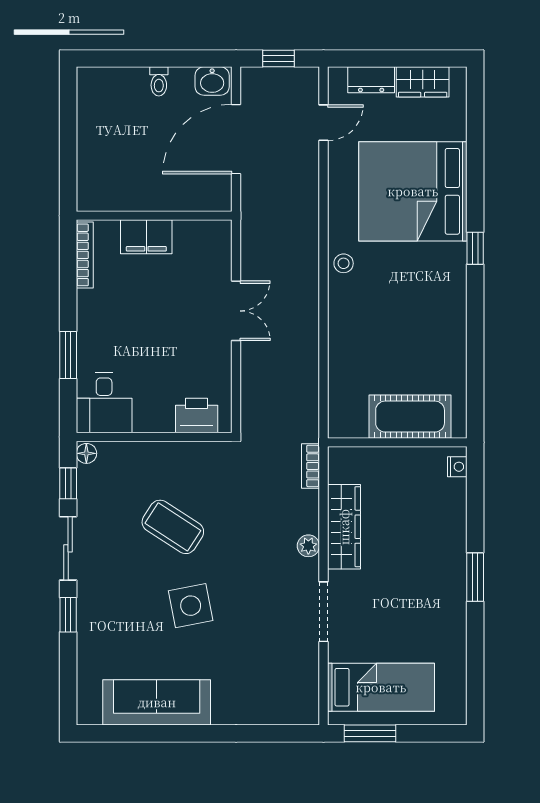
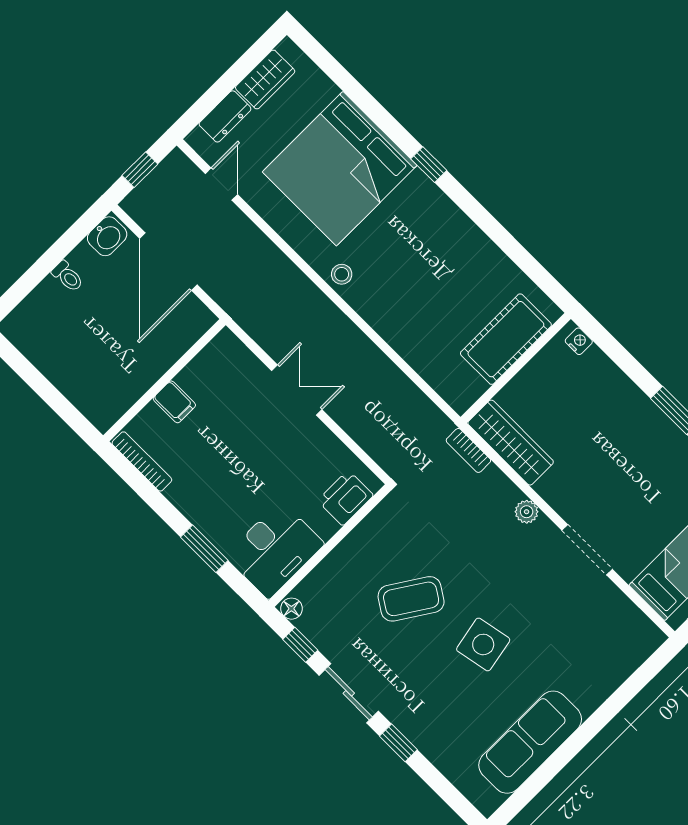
filing cabinet: (146, 237) -> (174, 402), width x0.50
desk: (104, 403) -> (275, 550), width x1.37
wardrobe: (344, 527) -> (511, 443), moved

